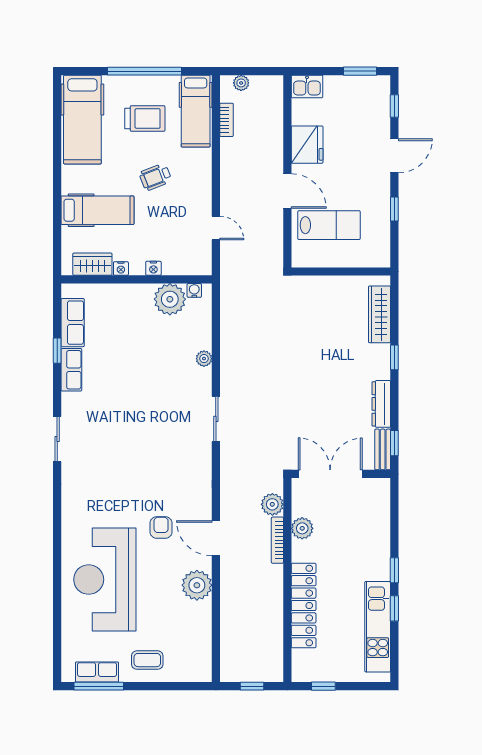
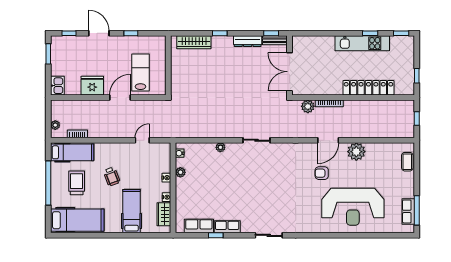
plant: (170, 299) -> (180, 172), width x0.53, depth x0.53
plant: (302, 528) -> (322, 89), removed
window: (394, 570) -> (401, 33), moved
kitchen unit: (378, 627) -> (362, 43), moved
coffee table: (147, 660) -> (407, 162), moved

